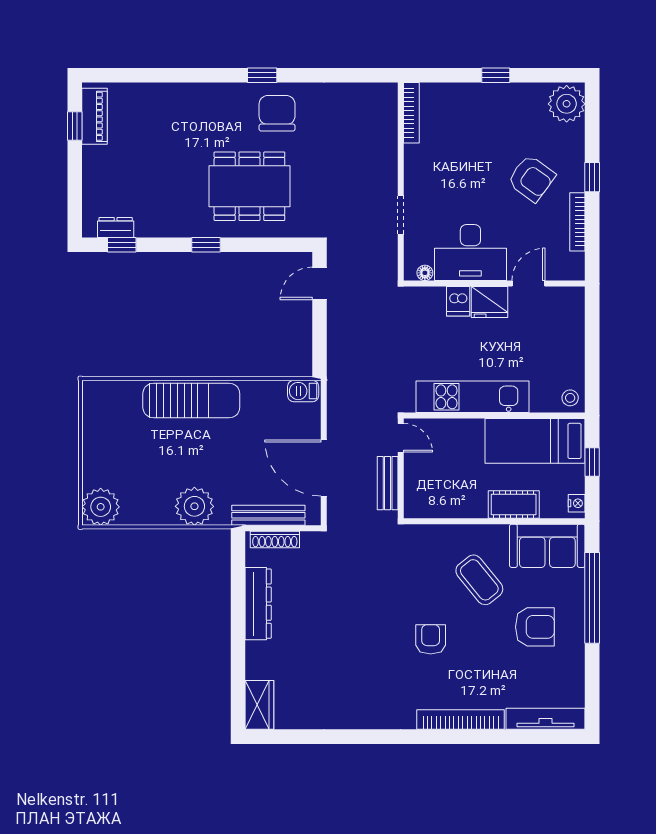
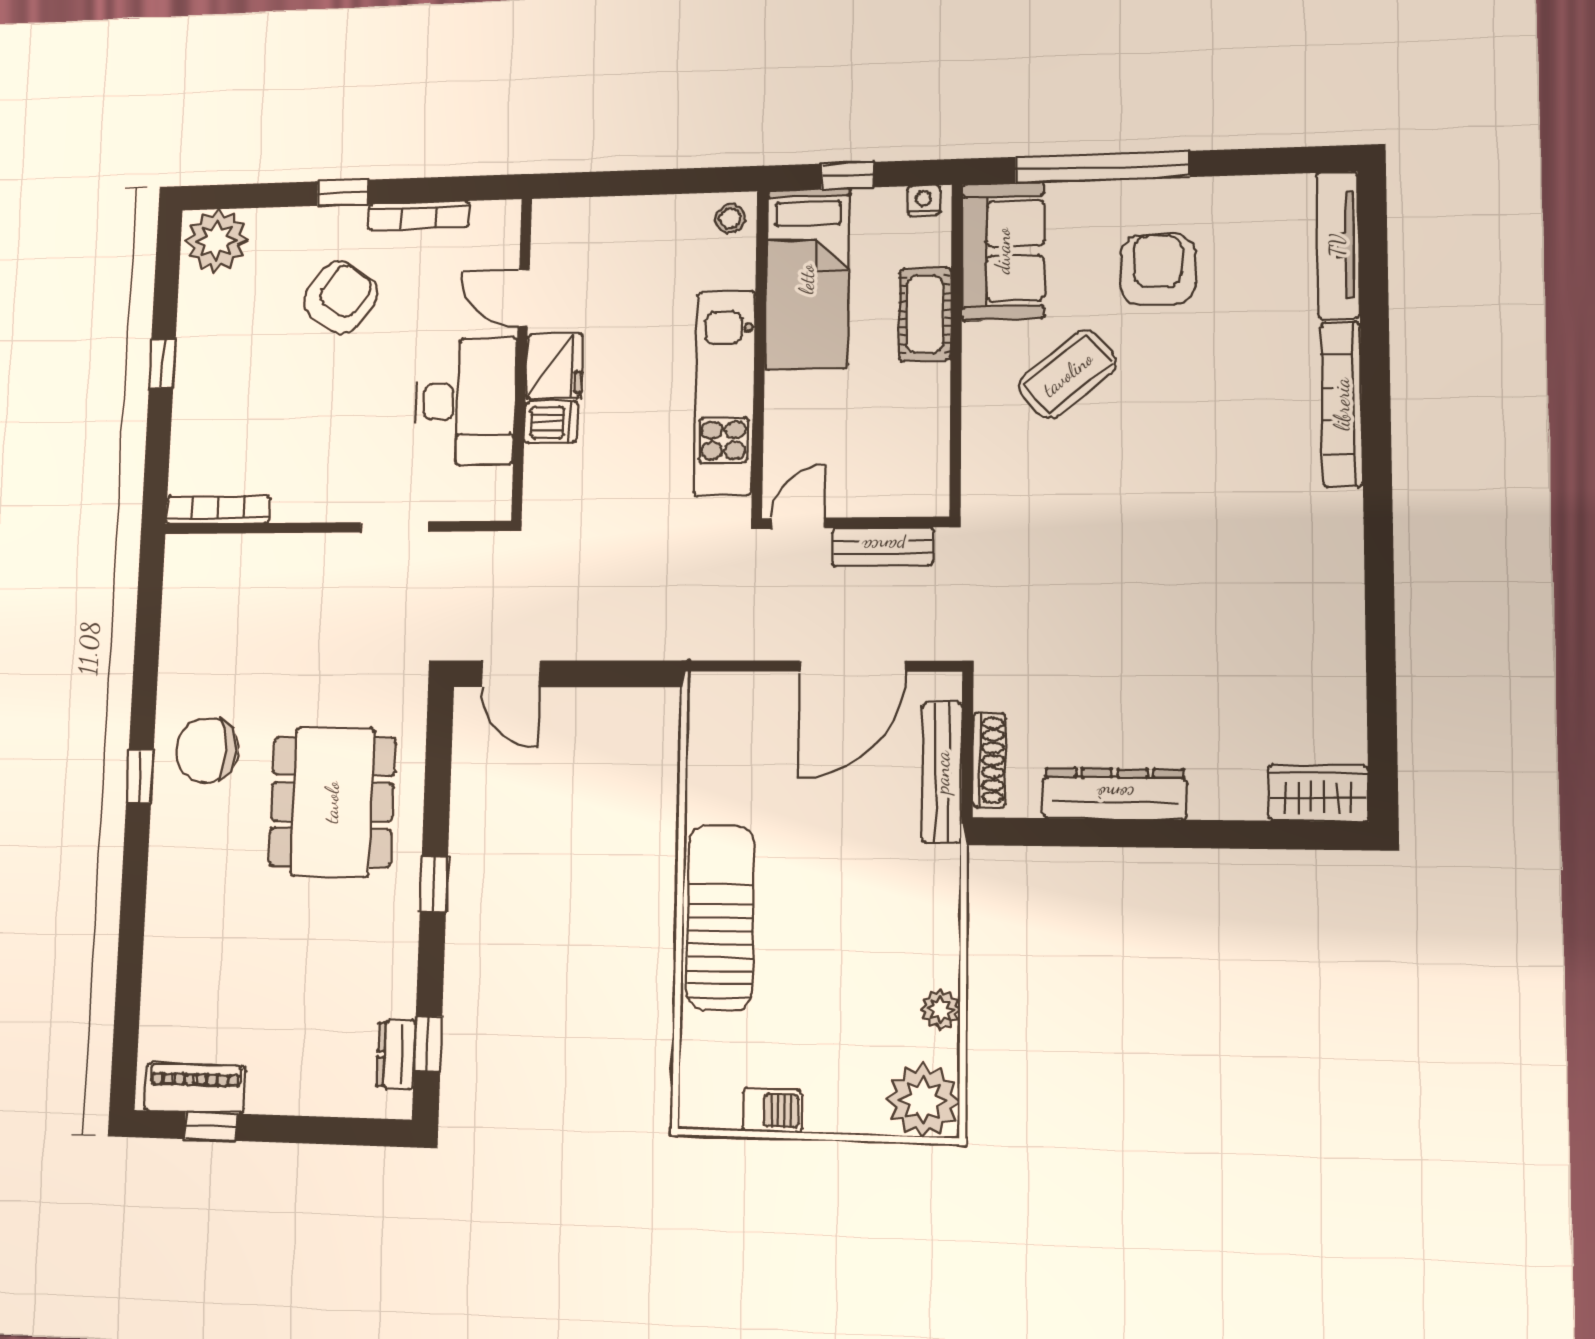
floor lamp: (425, 273) -> (498, 482), removed
barbecue: (303, 391) -> (772, 1110), moved, turned -90
plant: (194, 506) -> (940, 1009), moved, width x0.53, depth x0.53
armchair: (431, 639) -> (1183, 463), removed

